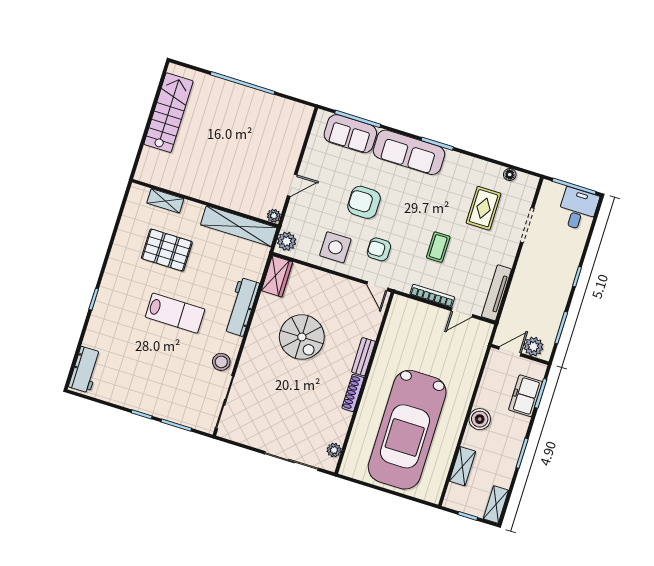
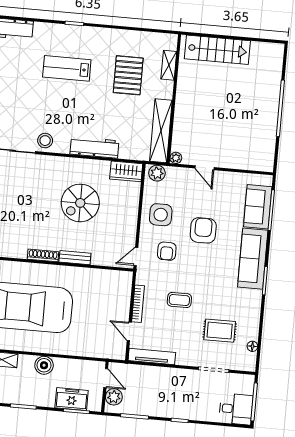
stairs: (168, 113) -> (217, 50), moved
armchair: (379, 249) -> (167, 251), turned 180
lab bench: (175, 313) -> (67, 68), moved, turned 90

